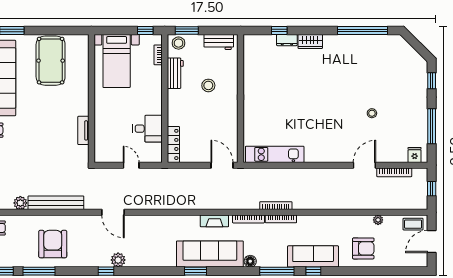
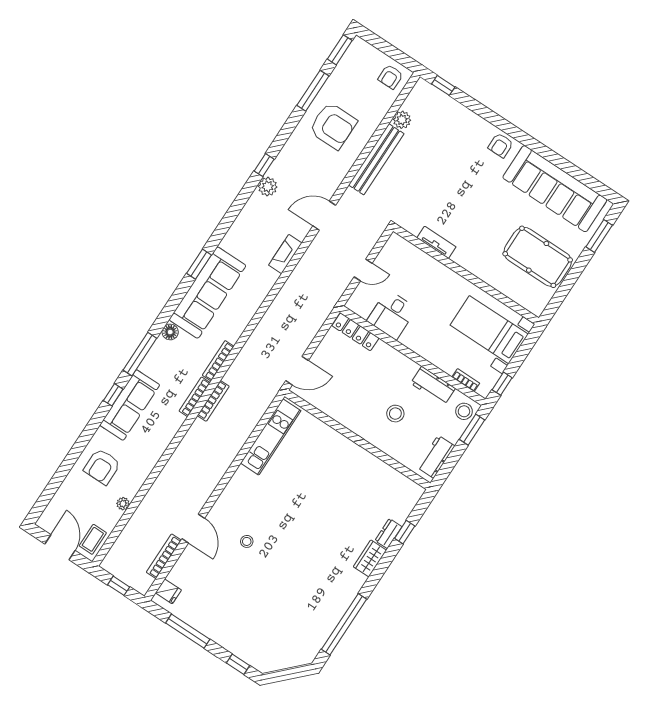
stool: (372, 113) -> (247, 541), moved
fireplace: (214, 221) -> (285, 254), moved

